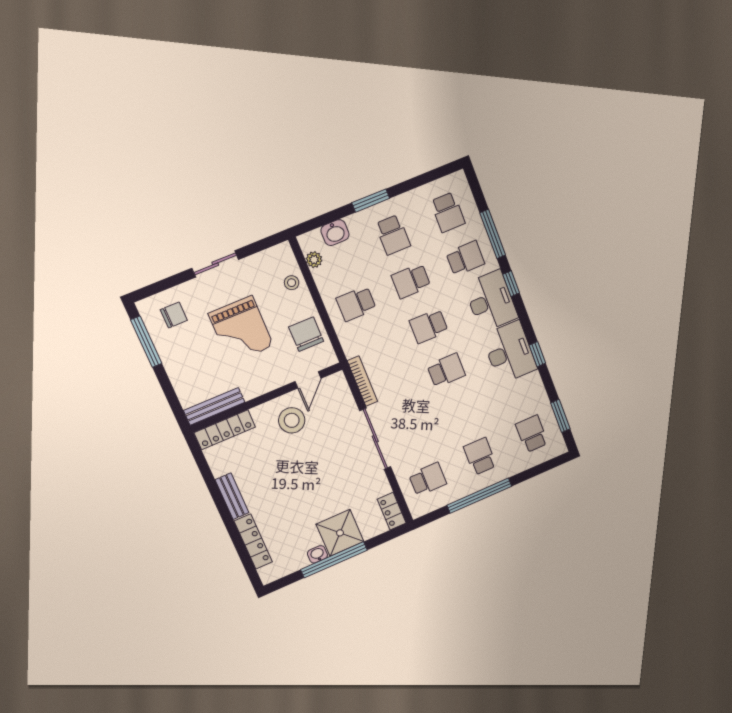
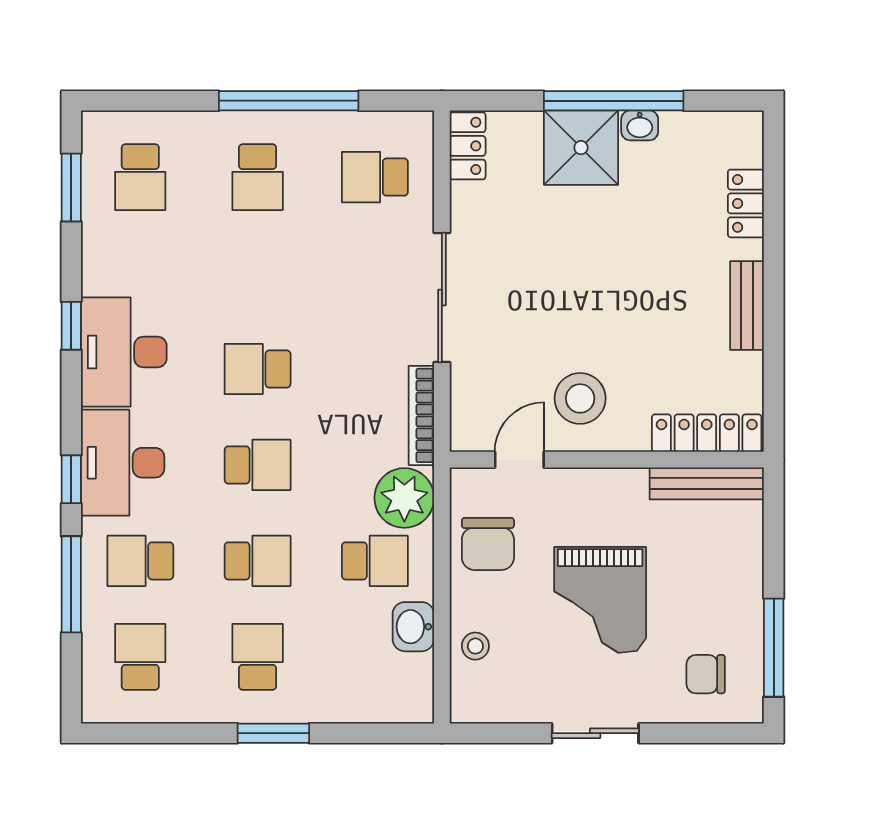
washbasin: (335, 233) -> (413, 627), moved, turned -90
plant: (314, 260) -> (404, 498), moved, width x1.88, depth x1.88
grand piano: (241, 330) -> (600, 600), turned 180
locker: (253, 542) -> (746, 203), width x0.66

